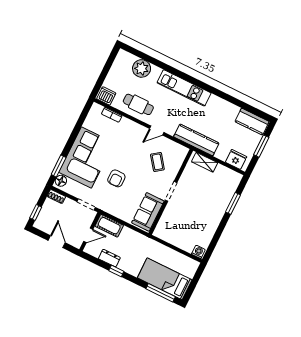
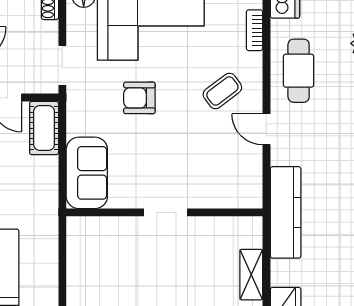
coffee table: (157, 162) -> (222, 91), moved
shelving: (205, 162) -> (251, 275), moved
sofa: (148, 212) -> (87, 173), moved, turned 90

